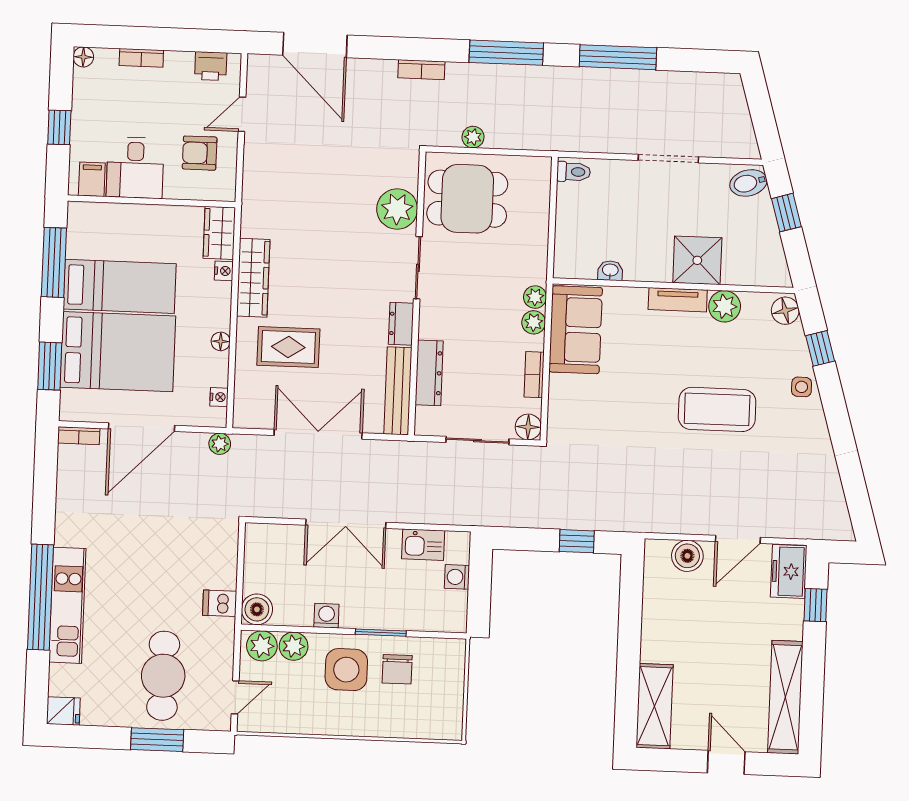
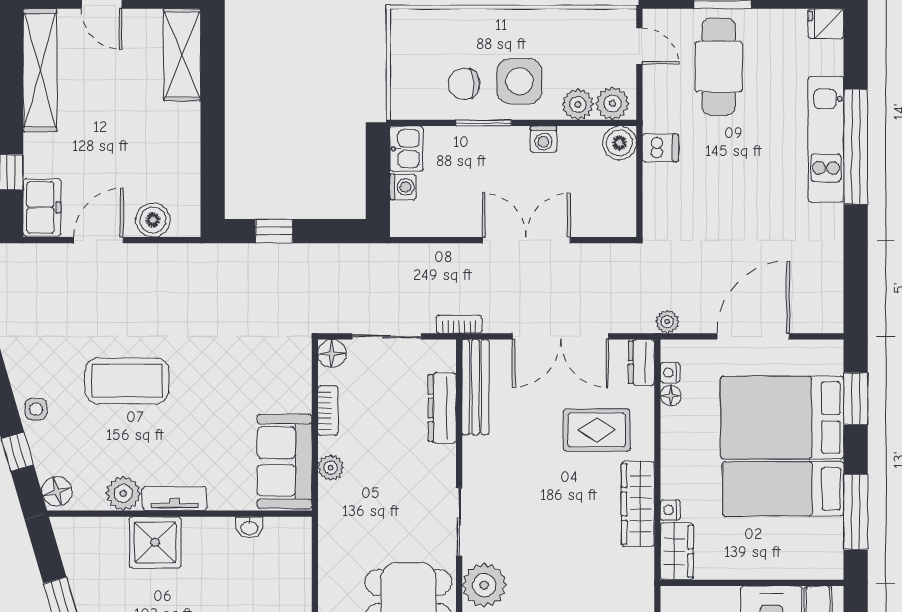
plant: (535, 297) -> (330, 495), removed
dresser: (401, 324) -> (641, 362), moved, turned 180
floor lamp: (221, 341) -> (671, 395), moved
bookcase: (79, 436) -> (459, 324), moved
kitchen sink: (423, 545) -> (406, 149), moved, turned 90
chair: (397, 669) -> (464, 84), turned -95
door: (235, 697) -> (639, 46), swing flipped

